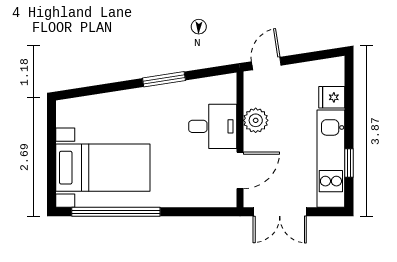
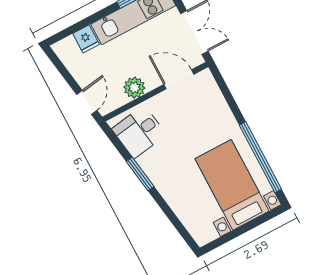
door: (266, 63) -> (87, 102), swing flipped
desk: (213, 126) -> (139, 132), moved, turned -99

